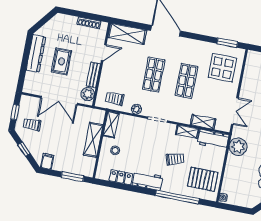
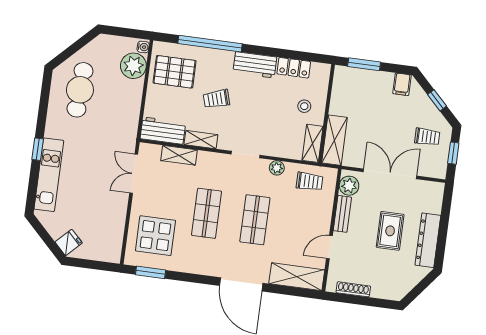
shelving: (93, 140) -> (334, 140), moved
plant: (238, 147) -> (133, 66), moved

